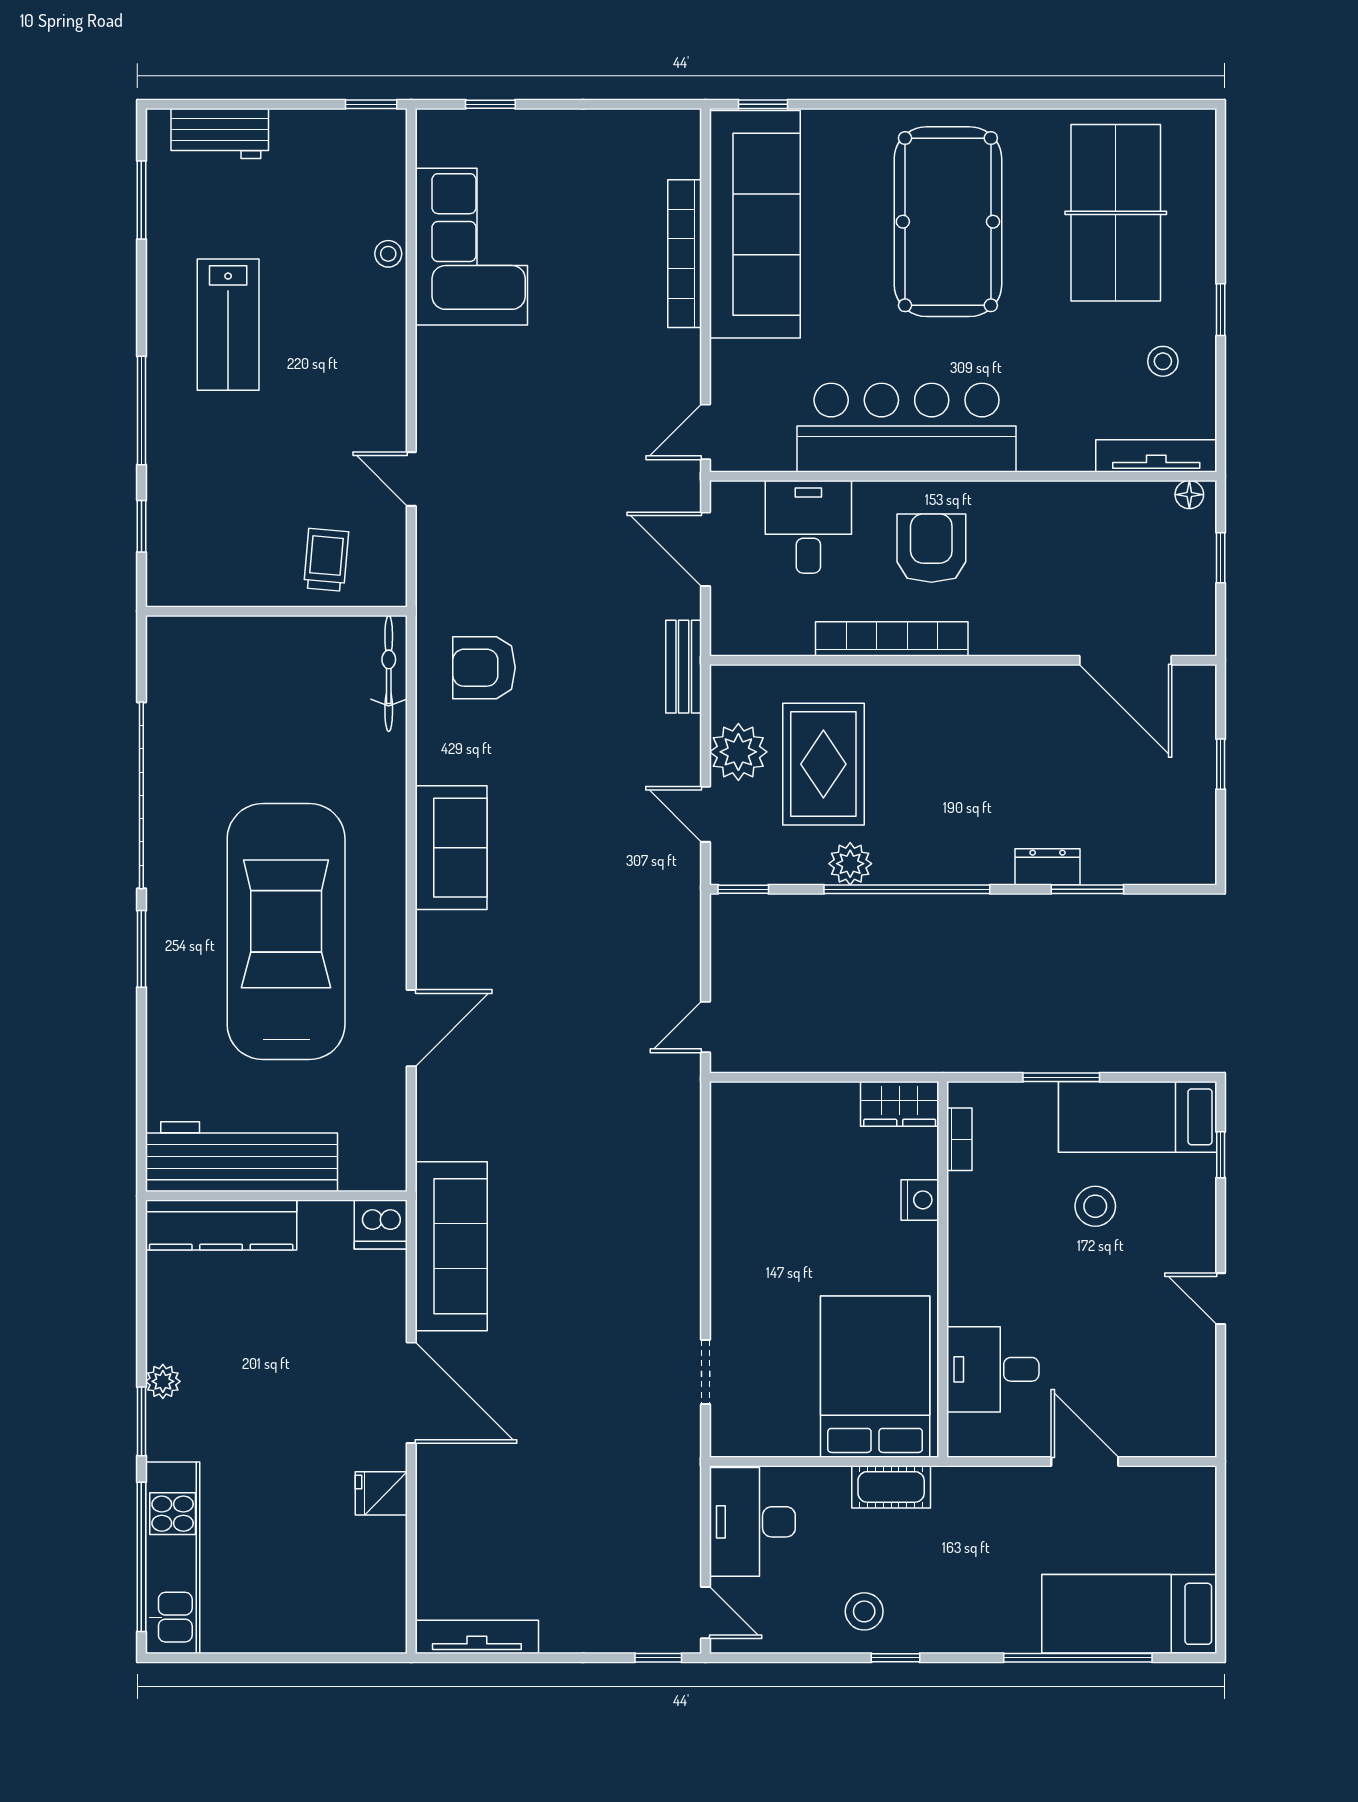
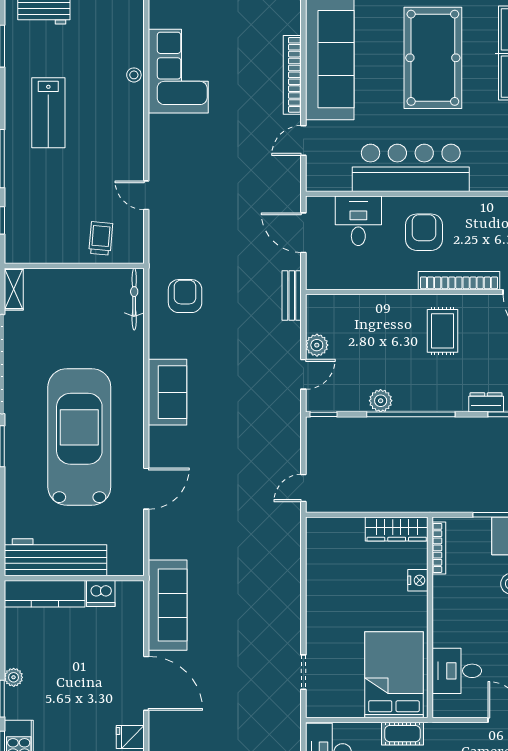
door: (706, 432) -> (303, 140), moved
bookcase: (892, 639) -> (459, 281), moved
shelving: (163, 655) -> (14, 289), added
armchair: (484, 668) -> (185, 296), turned 90
plant: (738, 752) -> (317, 345), width x0.73, depth x0.73
rug: (823, 764) -> (442, 331), moved, width x0.73, depth x0.70
door: (706, 814) -> (303, 374), swing flipped
wardrobe: (900, 1104) -> (397, 529), width x1.50
bookcase: (959, 1139) -> (439, 548), width x1.56
dishwasher: (381, 1224) -> (101, 593), moved

